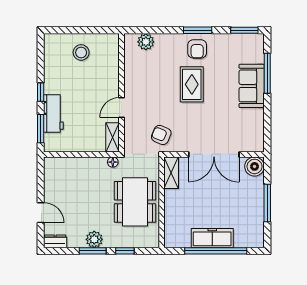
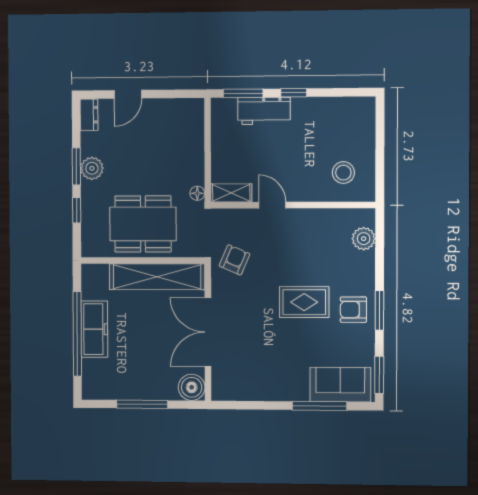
stool: (81, 52) -> (343, 173), moved
sofa: (252, 86) -> (340, 385), moved
shelving: (171, 173) -> (157, 277), width x2.20, depth x1.33

